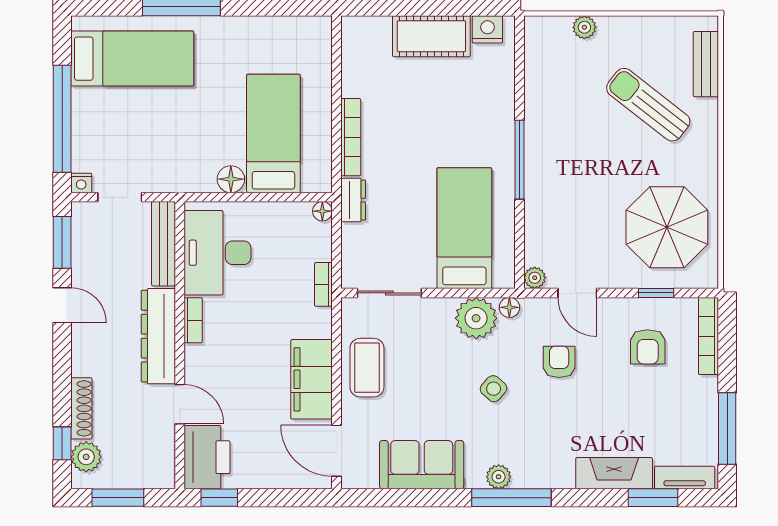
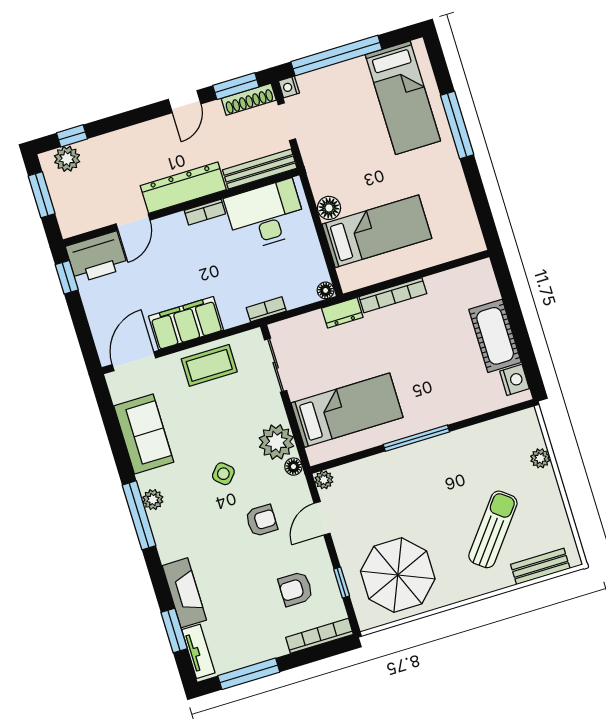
shoe rack: (81, 408) -> (249, 99), moved

